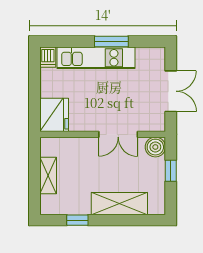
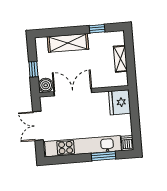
window: (111, 42) -> (104, 156), moved
kitchen unit: (96, 58) -> (83, 146), width x1.36
double door: (118, 134) -> (73, 92), width x1.37

